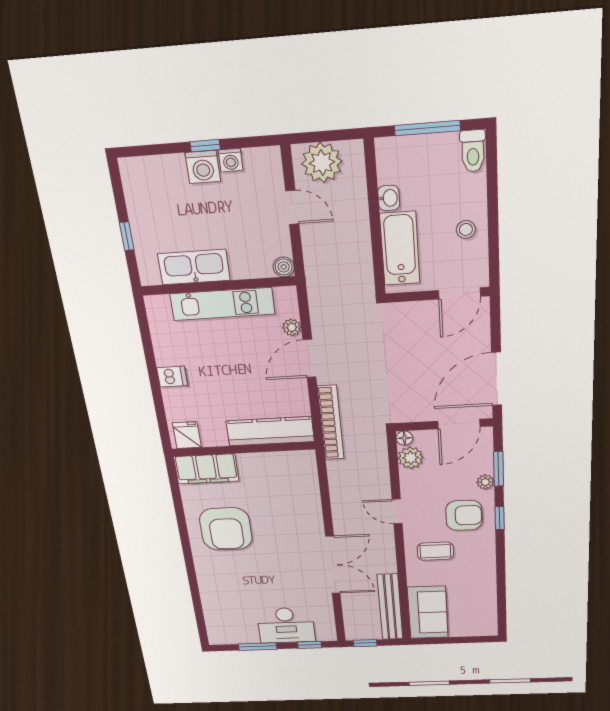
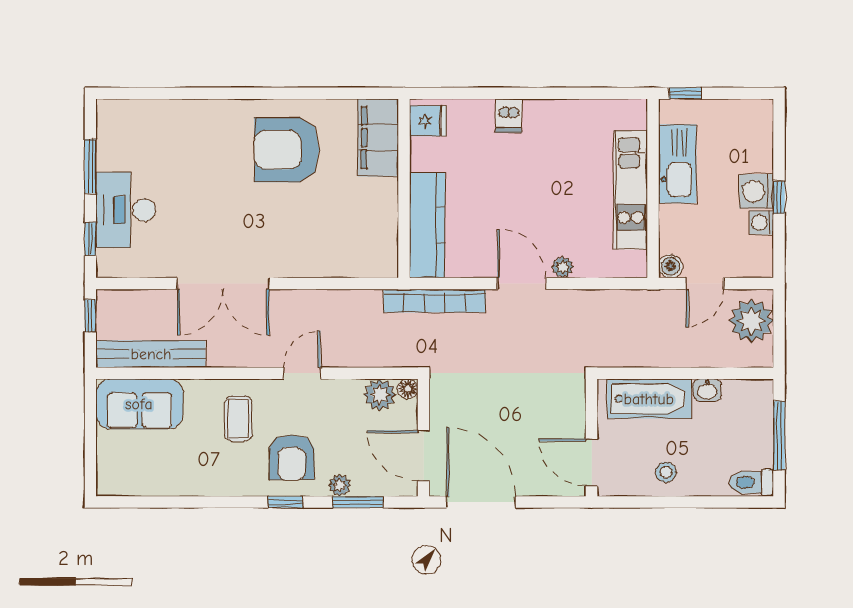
kitchen sink: (194, 267) -> (678, 164), moved
boiler: (284, 267) -> (671, 266), moved
wall: (218, 286) -> (653, 188), moved
kitchen unit: (222, 304) -> (631, 190), moved

